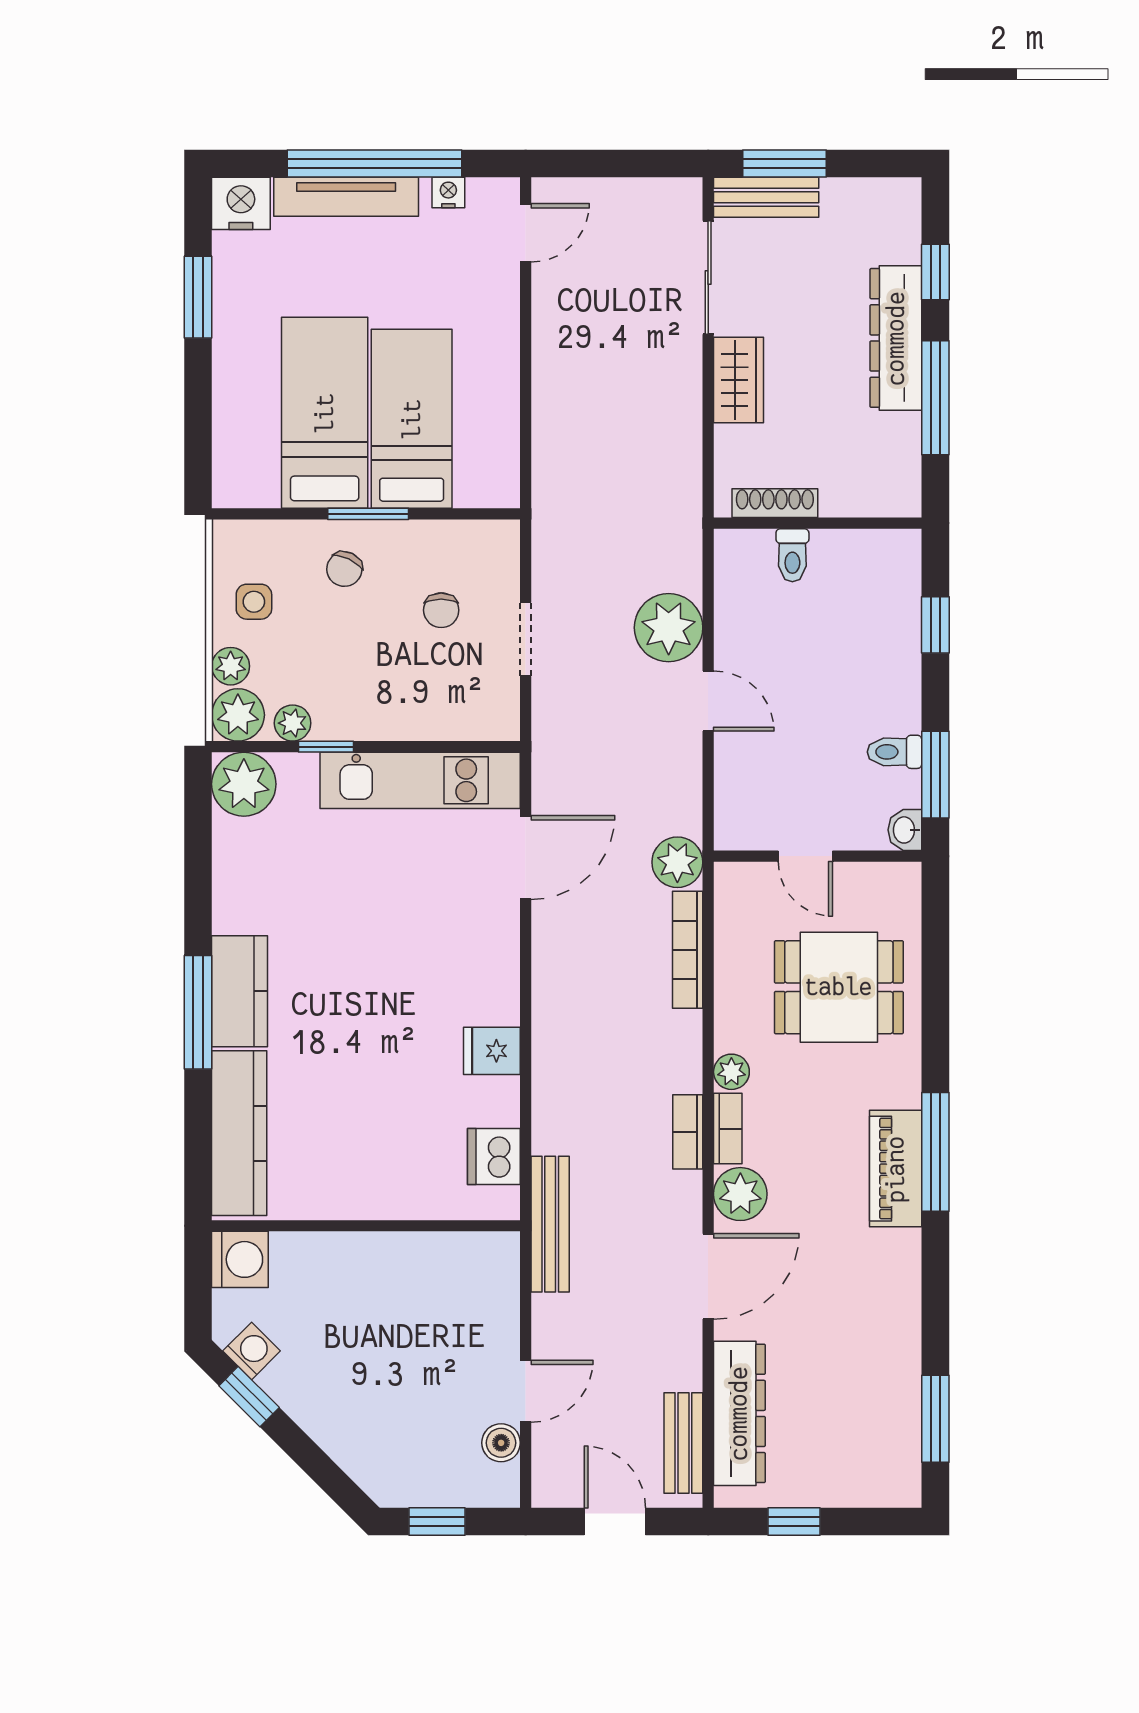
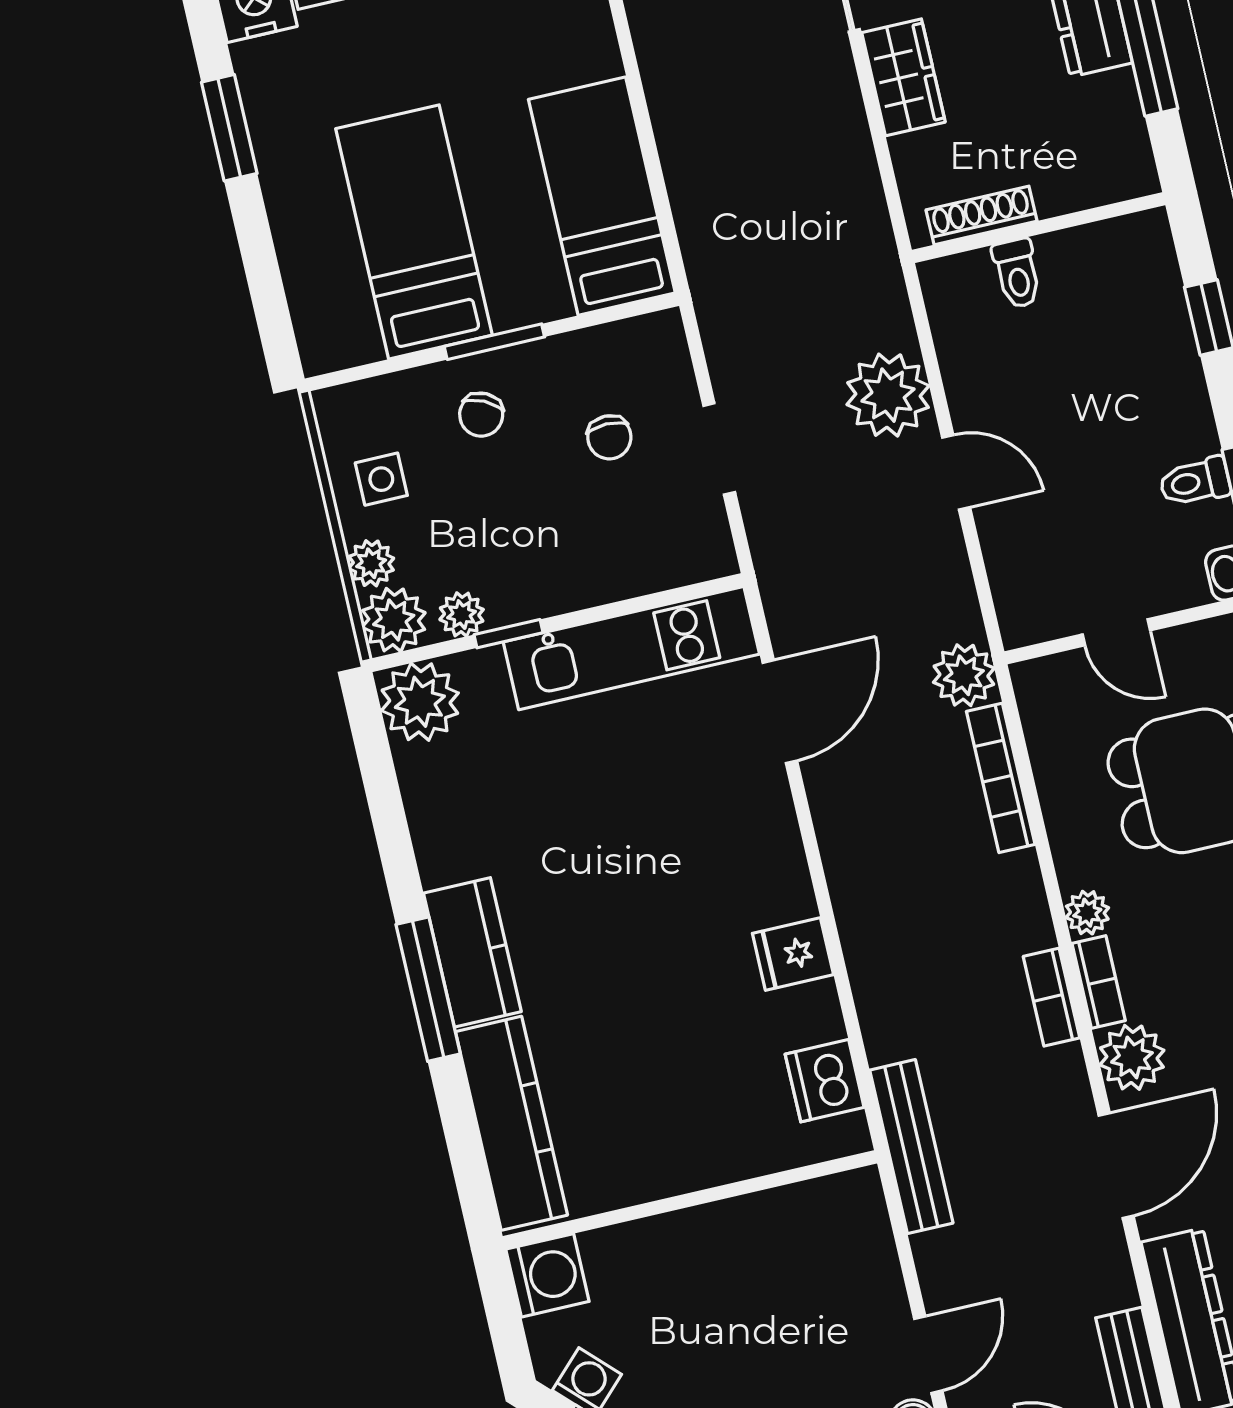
bed: (412, 419) -> (602, 196), moved

